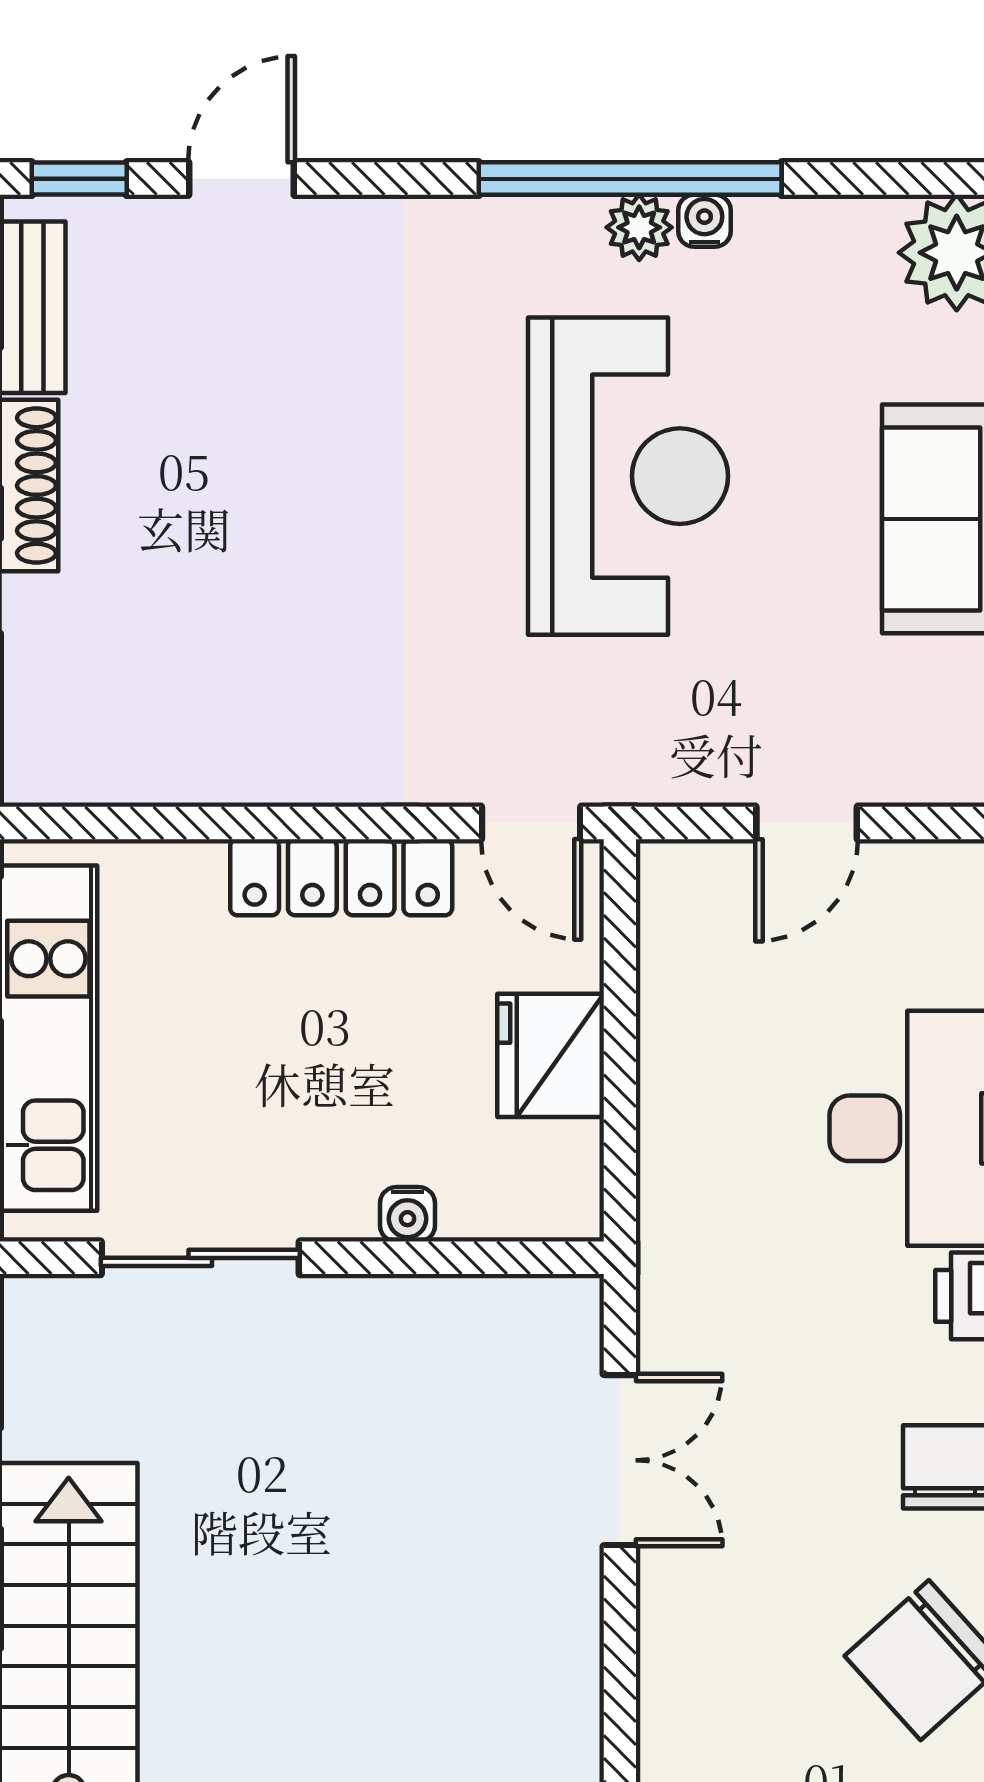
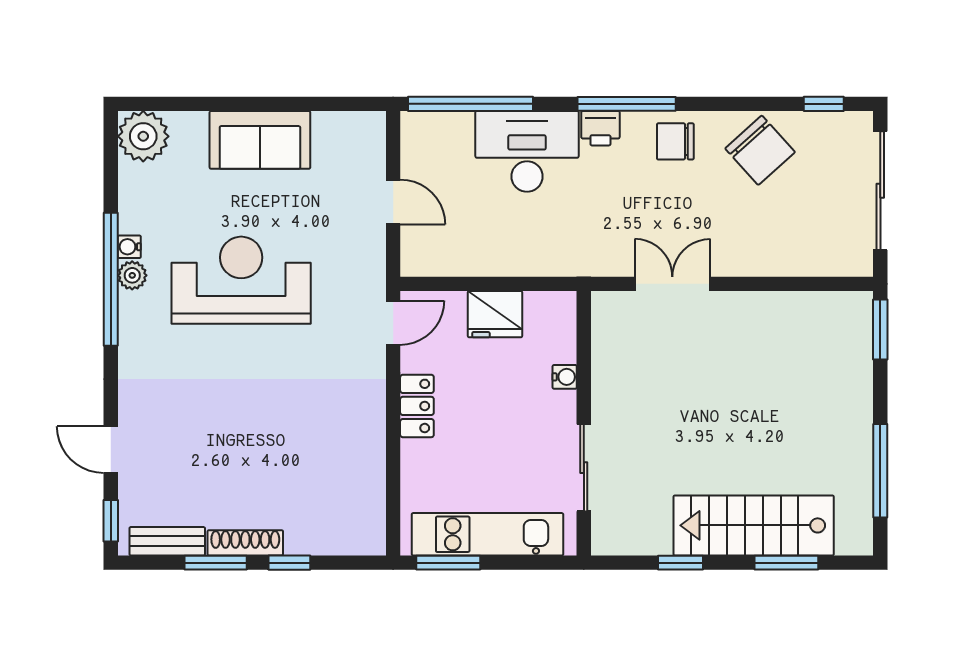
locker: (341, 877) -> (417, 406), width x0.66

